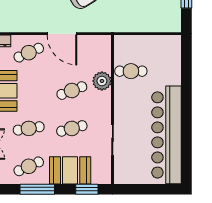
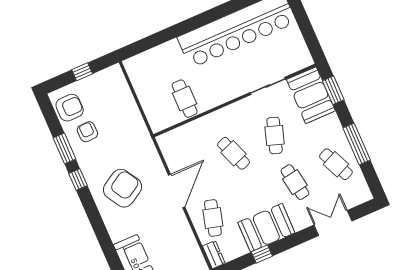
cafe table: (29, 53) -> (213, 218), turned 39
plant: (102, 81) -> (209, 125), removed
cafe table: (72, 128) -> (275, 135), turned 33
booth: (70, 170) -> (311, 95), moved

